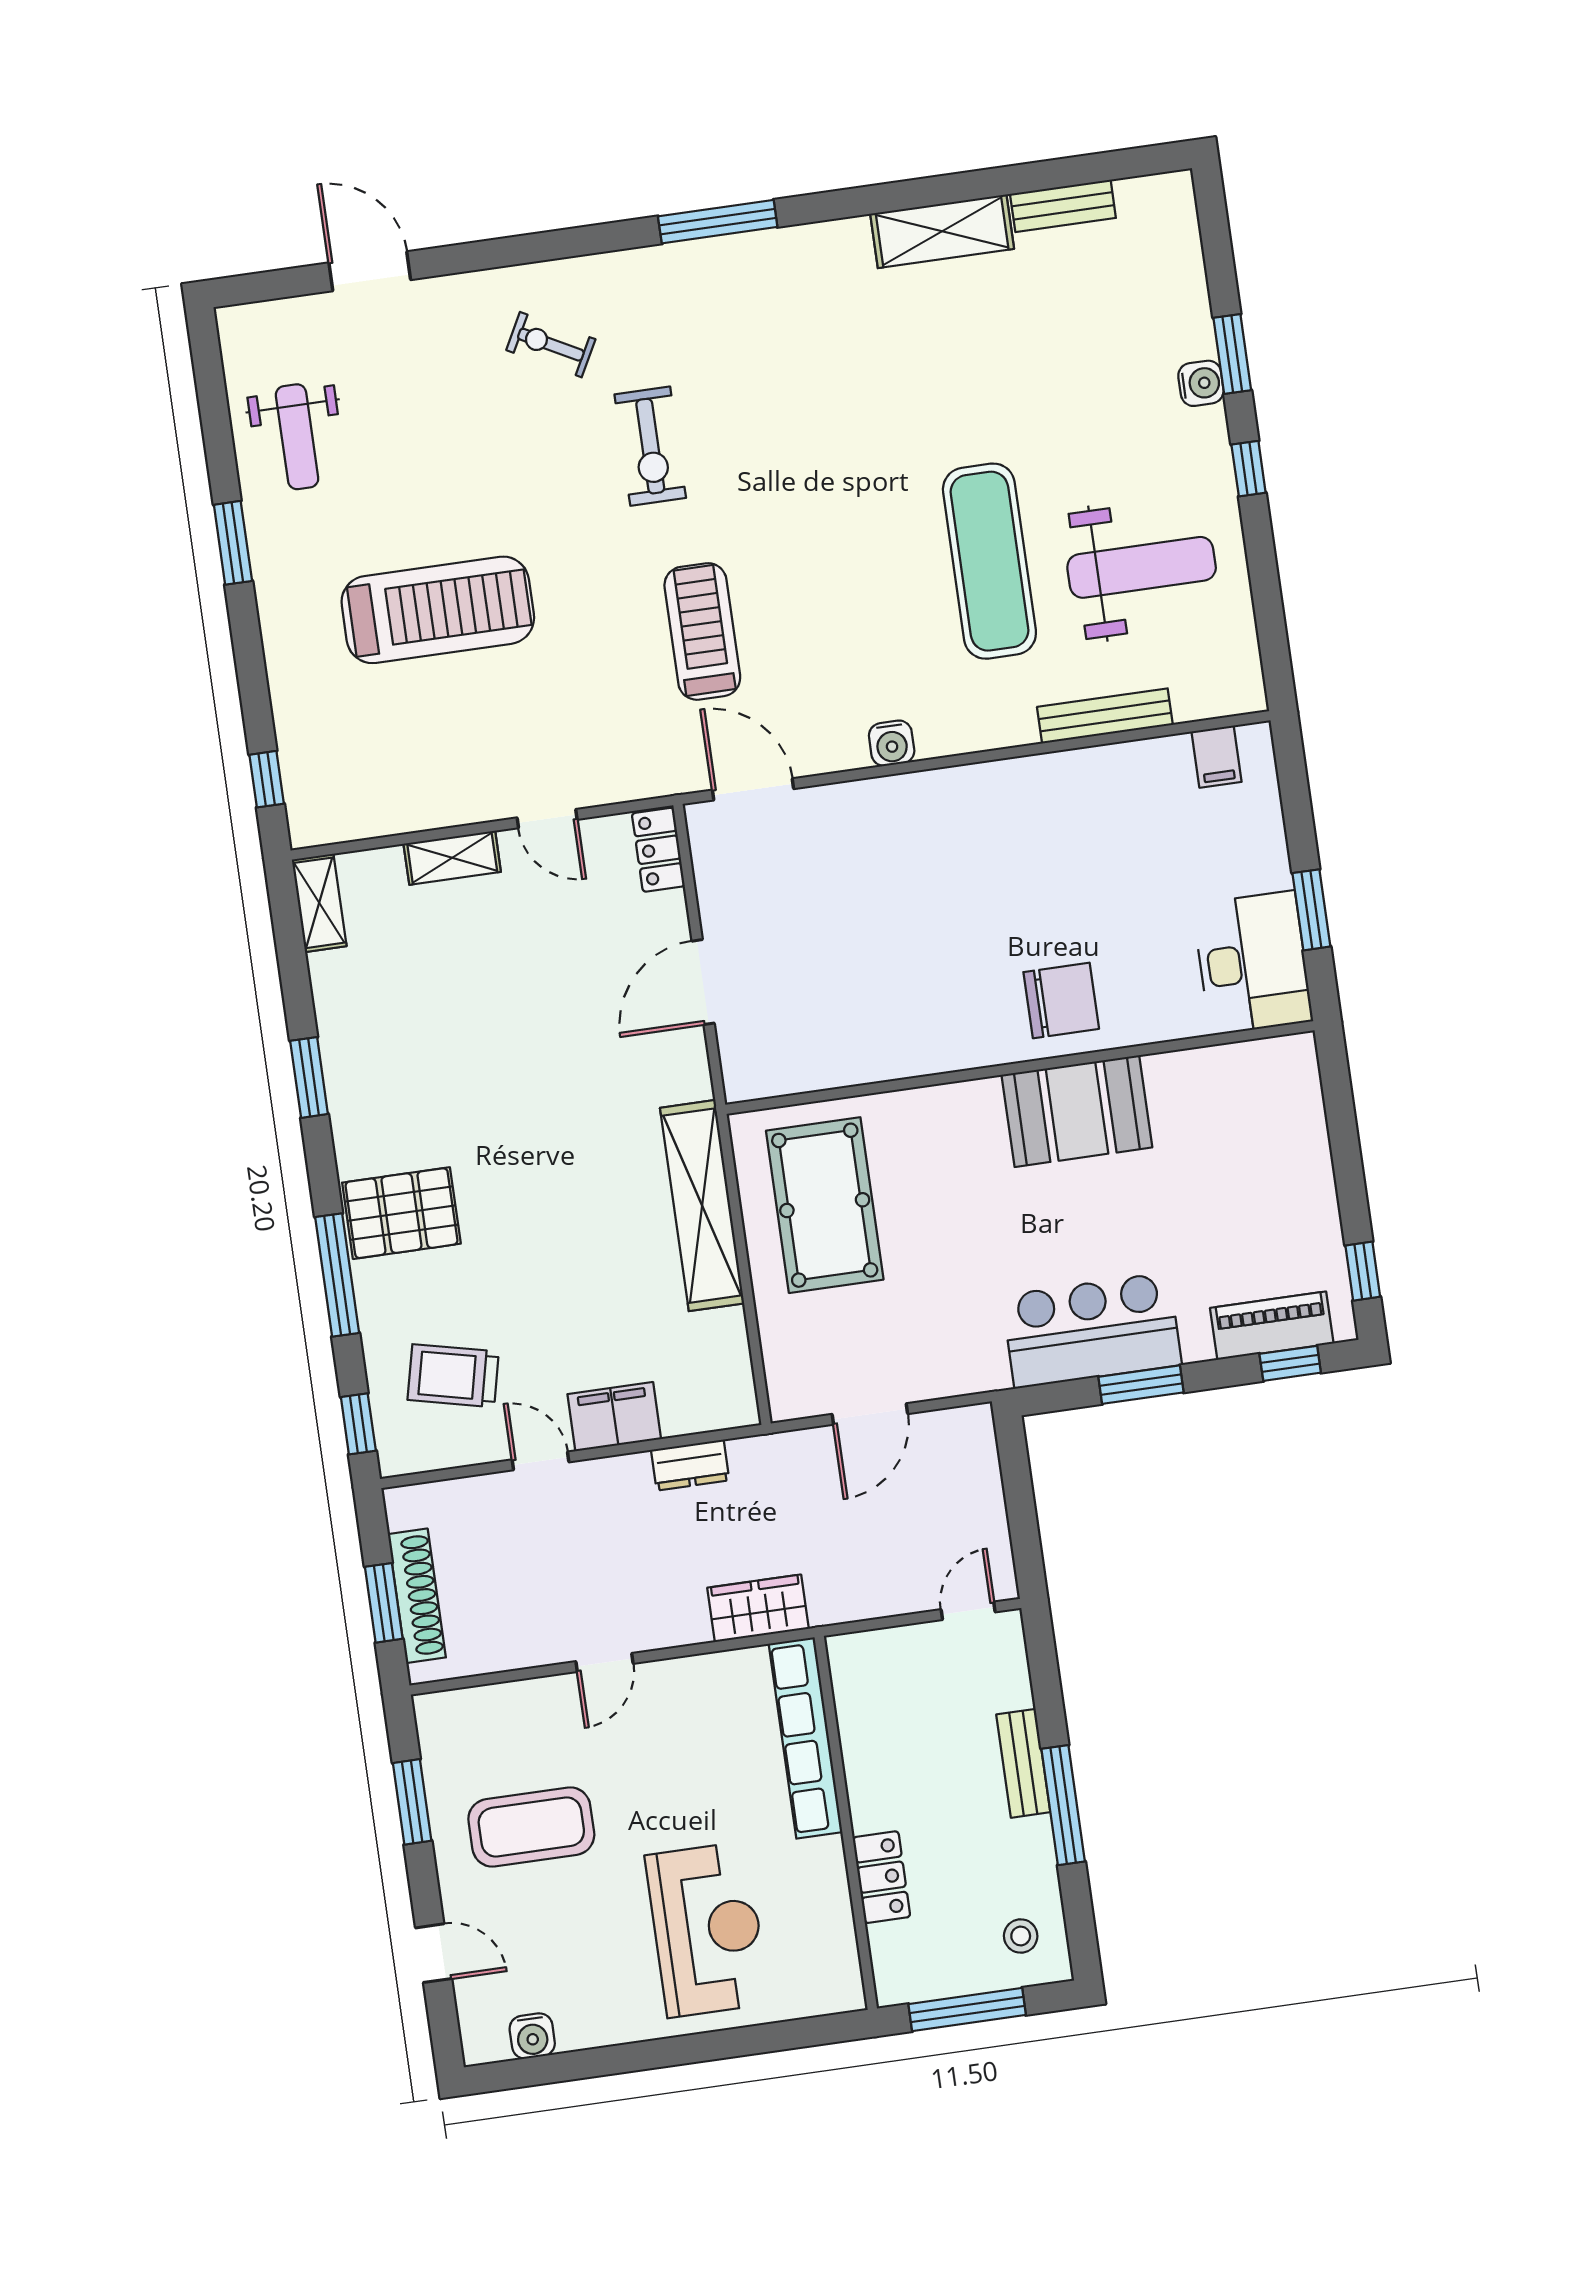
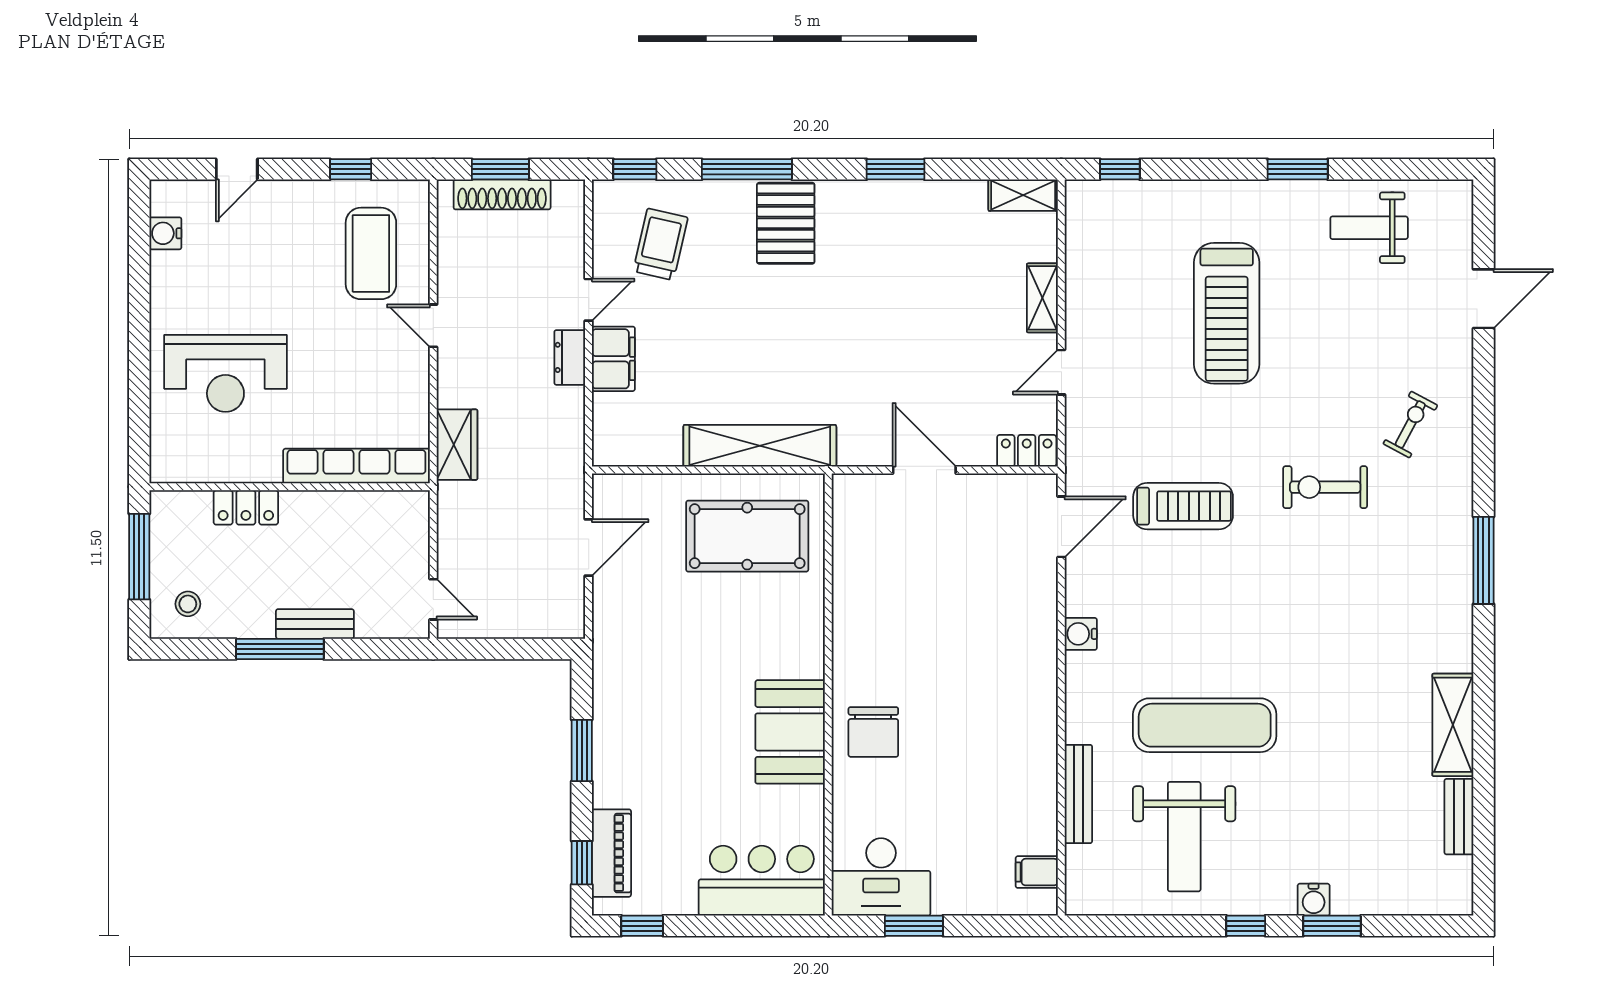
bar counter: (1092, 1330) -> (762, 881), moved, turned -90
door: (870, 1414) -> (589, 547), swing flipped
dresser: (690, 1465) -> (570, 357), moved
window: (412, 1802) -> (351, 169), width x0.67
coffee table: (531, 1827) -> (371, 253), moved

